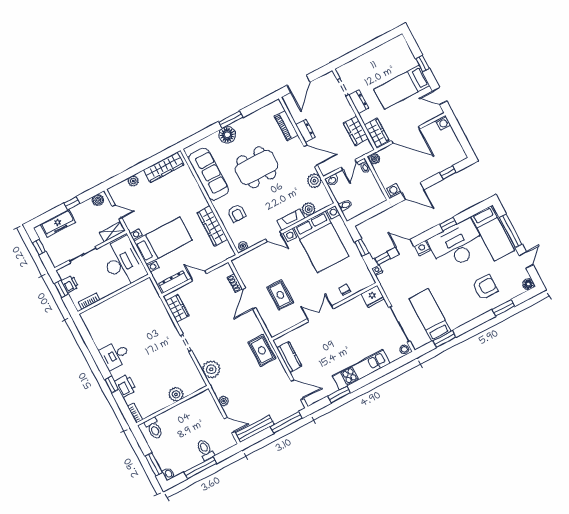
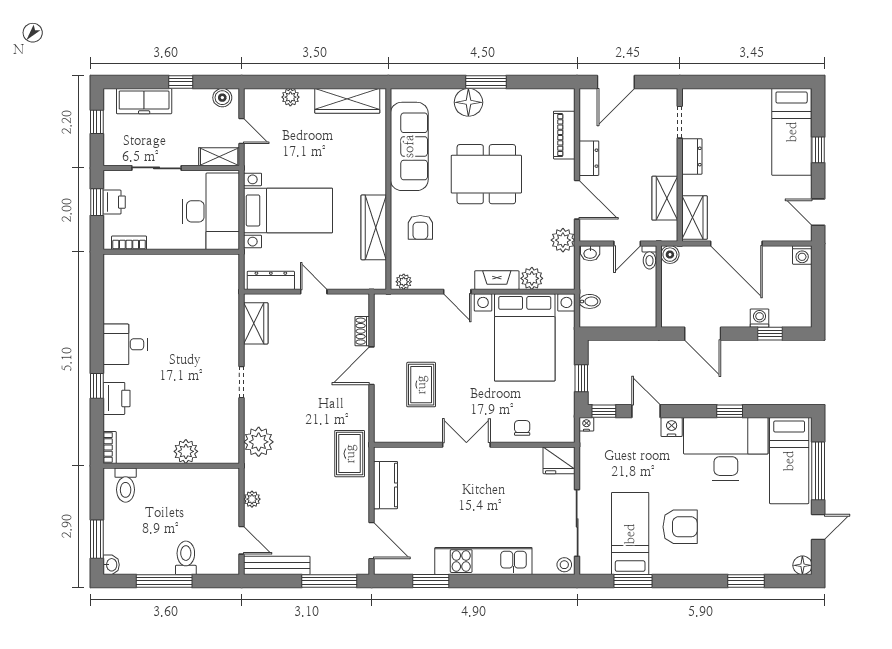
bed: (402, 87) -> (792, 132), moved, turned -90
washing machine: (394, 191) -> (760, 318), moved
armchair: (485, 287) -> (680, 527), moved

